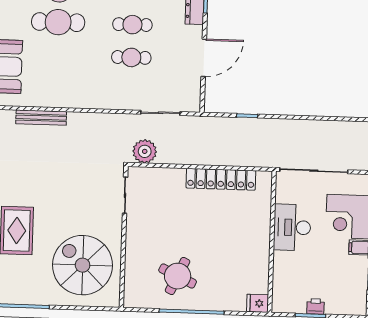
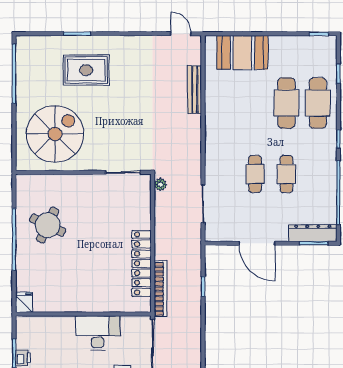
plant: (145, 151) -> (160, 184), width x0.53, depth x0.53
bookcase: (248, 160) -> (161, 289), added

